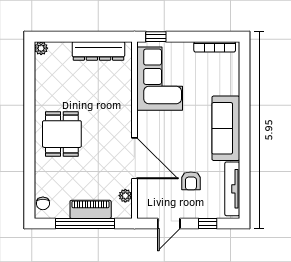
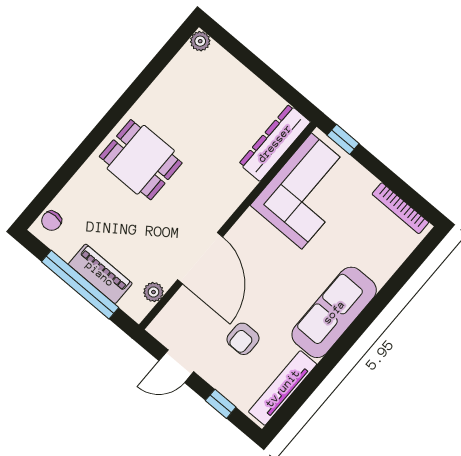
dresser: (98, 51) -> (275, 143), moved, turned 90
dining table: (62, 134) -> (141, 160), turned 90

